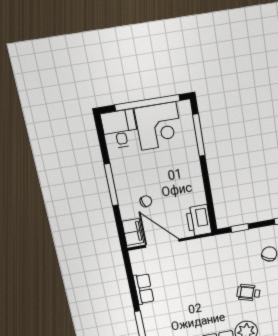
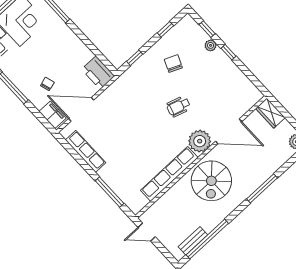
row of seats: (144, 289) -> (86, 151), width x1.48

